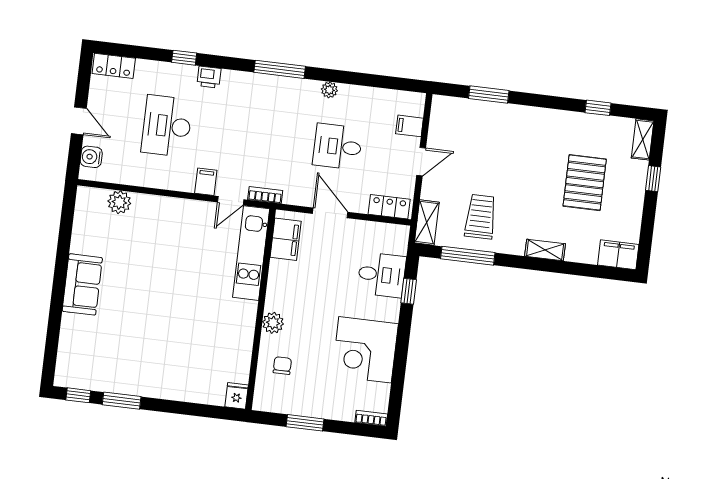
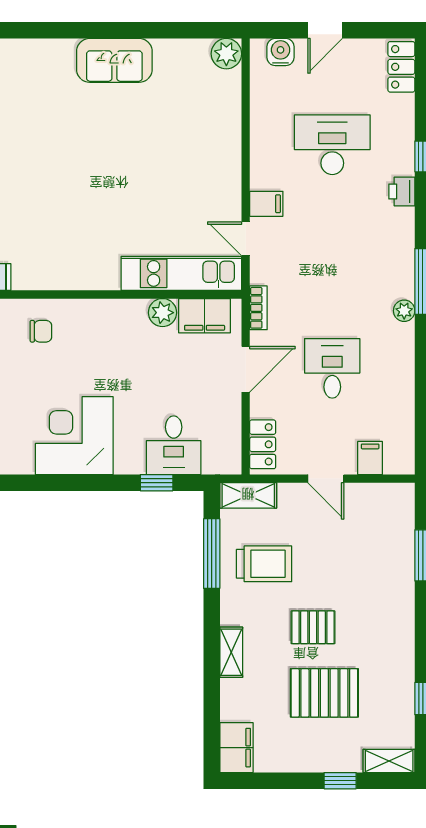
plant: (329, 90) -> (404, 311), moved
pallet: (534, 185) -> (313, 627), added
bookcase: (265, 195) -> (258, 308), moved
plant: (119, 202) -> (226, 54), moved
plant: (273, 323) -> (162, 313), moved

